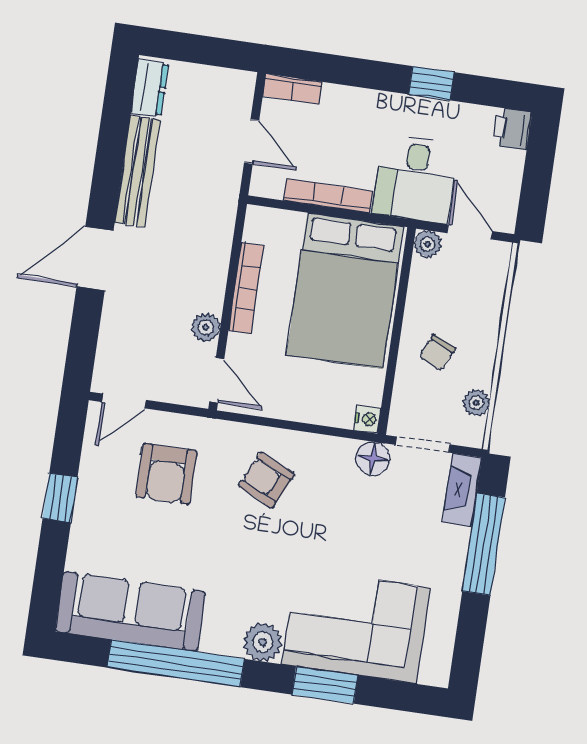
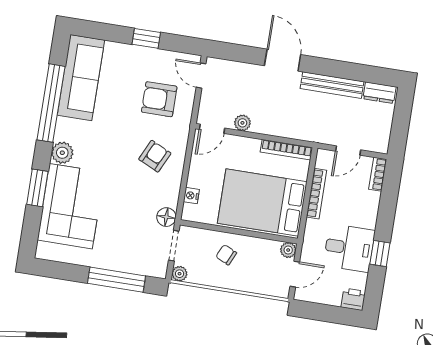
desk: (415, 179) -> (349, 248), moved, turned 180
bookcase: (246, 288) -> (286, 150), moved
plant: (476, 403) -> (180, 274), moved
nightstand: (367, 419) -> (191, 196), moved, turned 90
fireplace: (462, 490) -> (148, 268), removed

